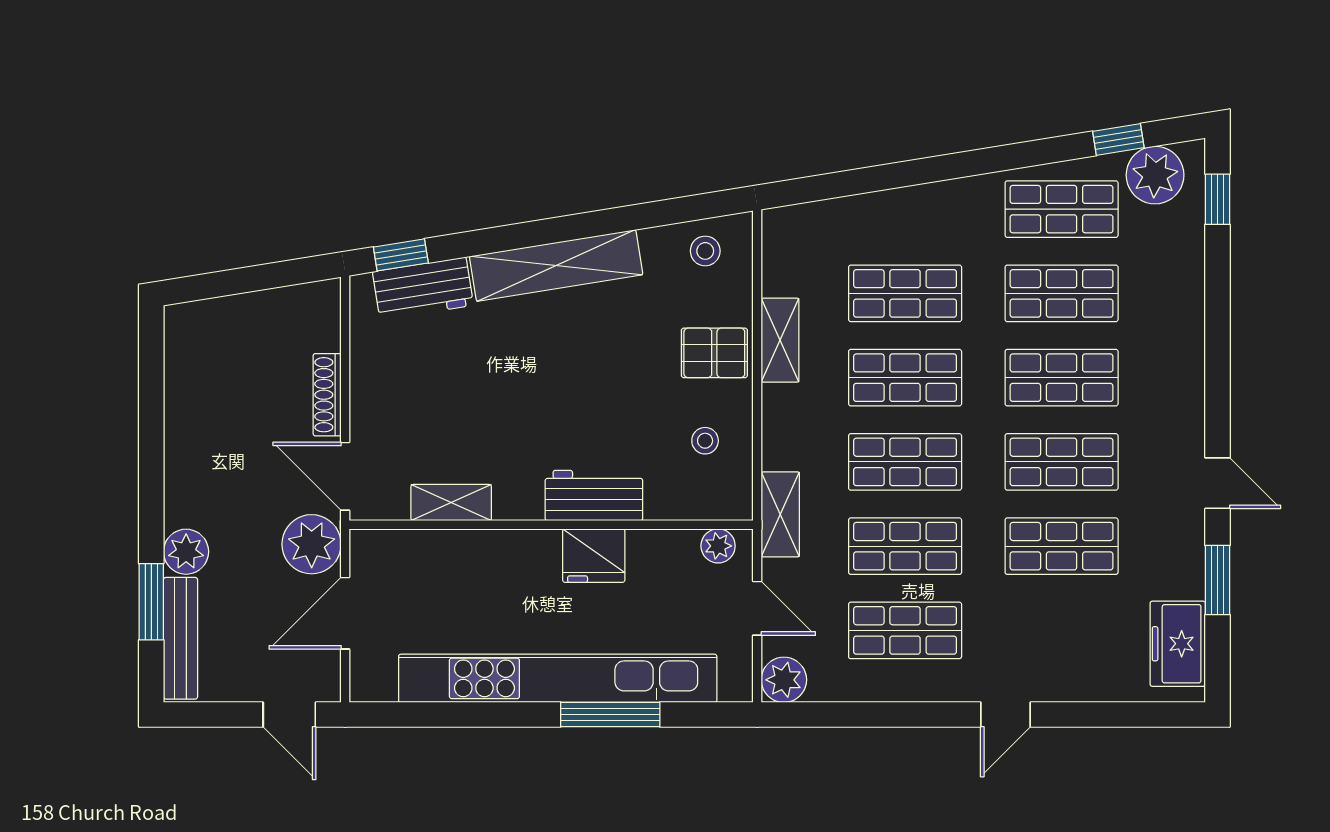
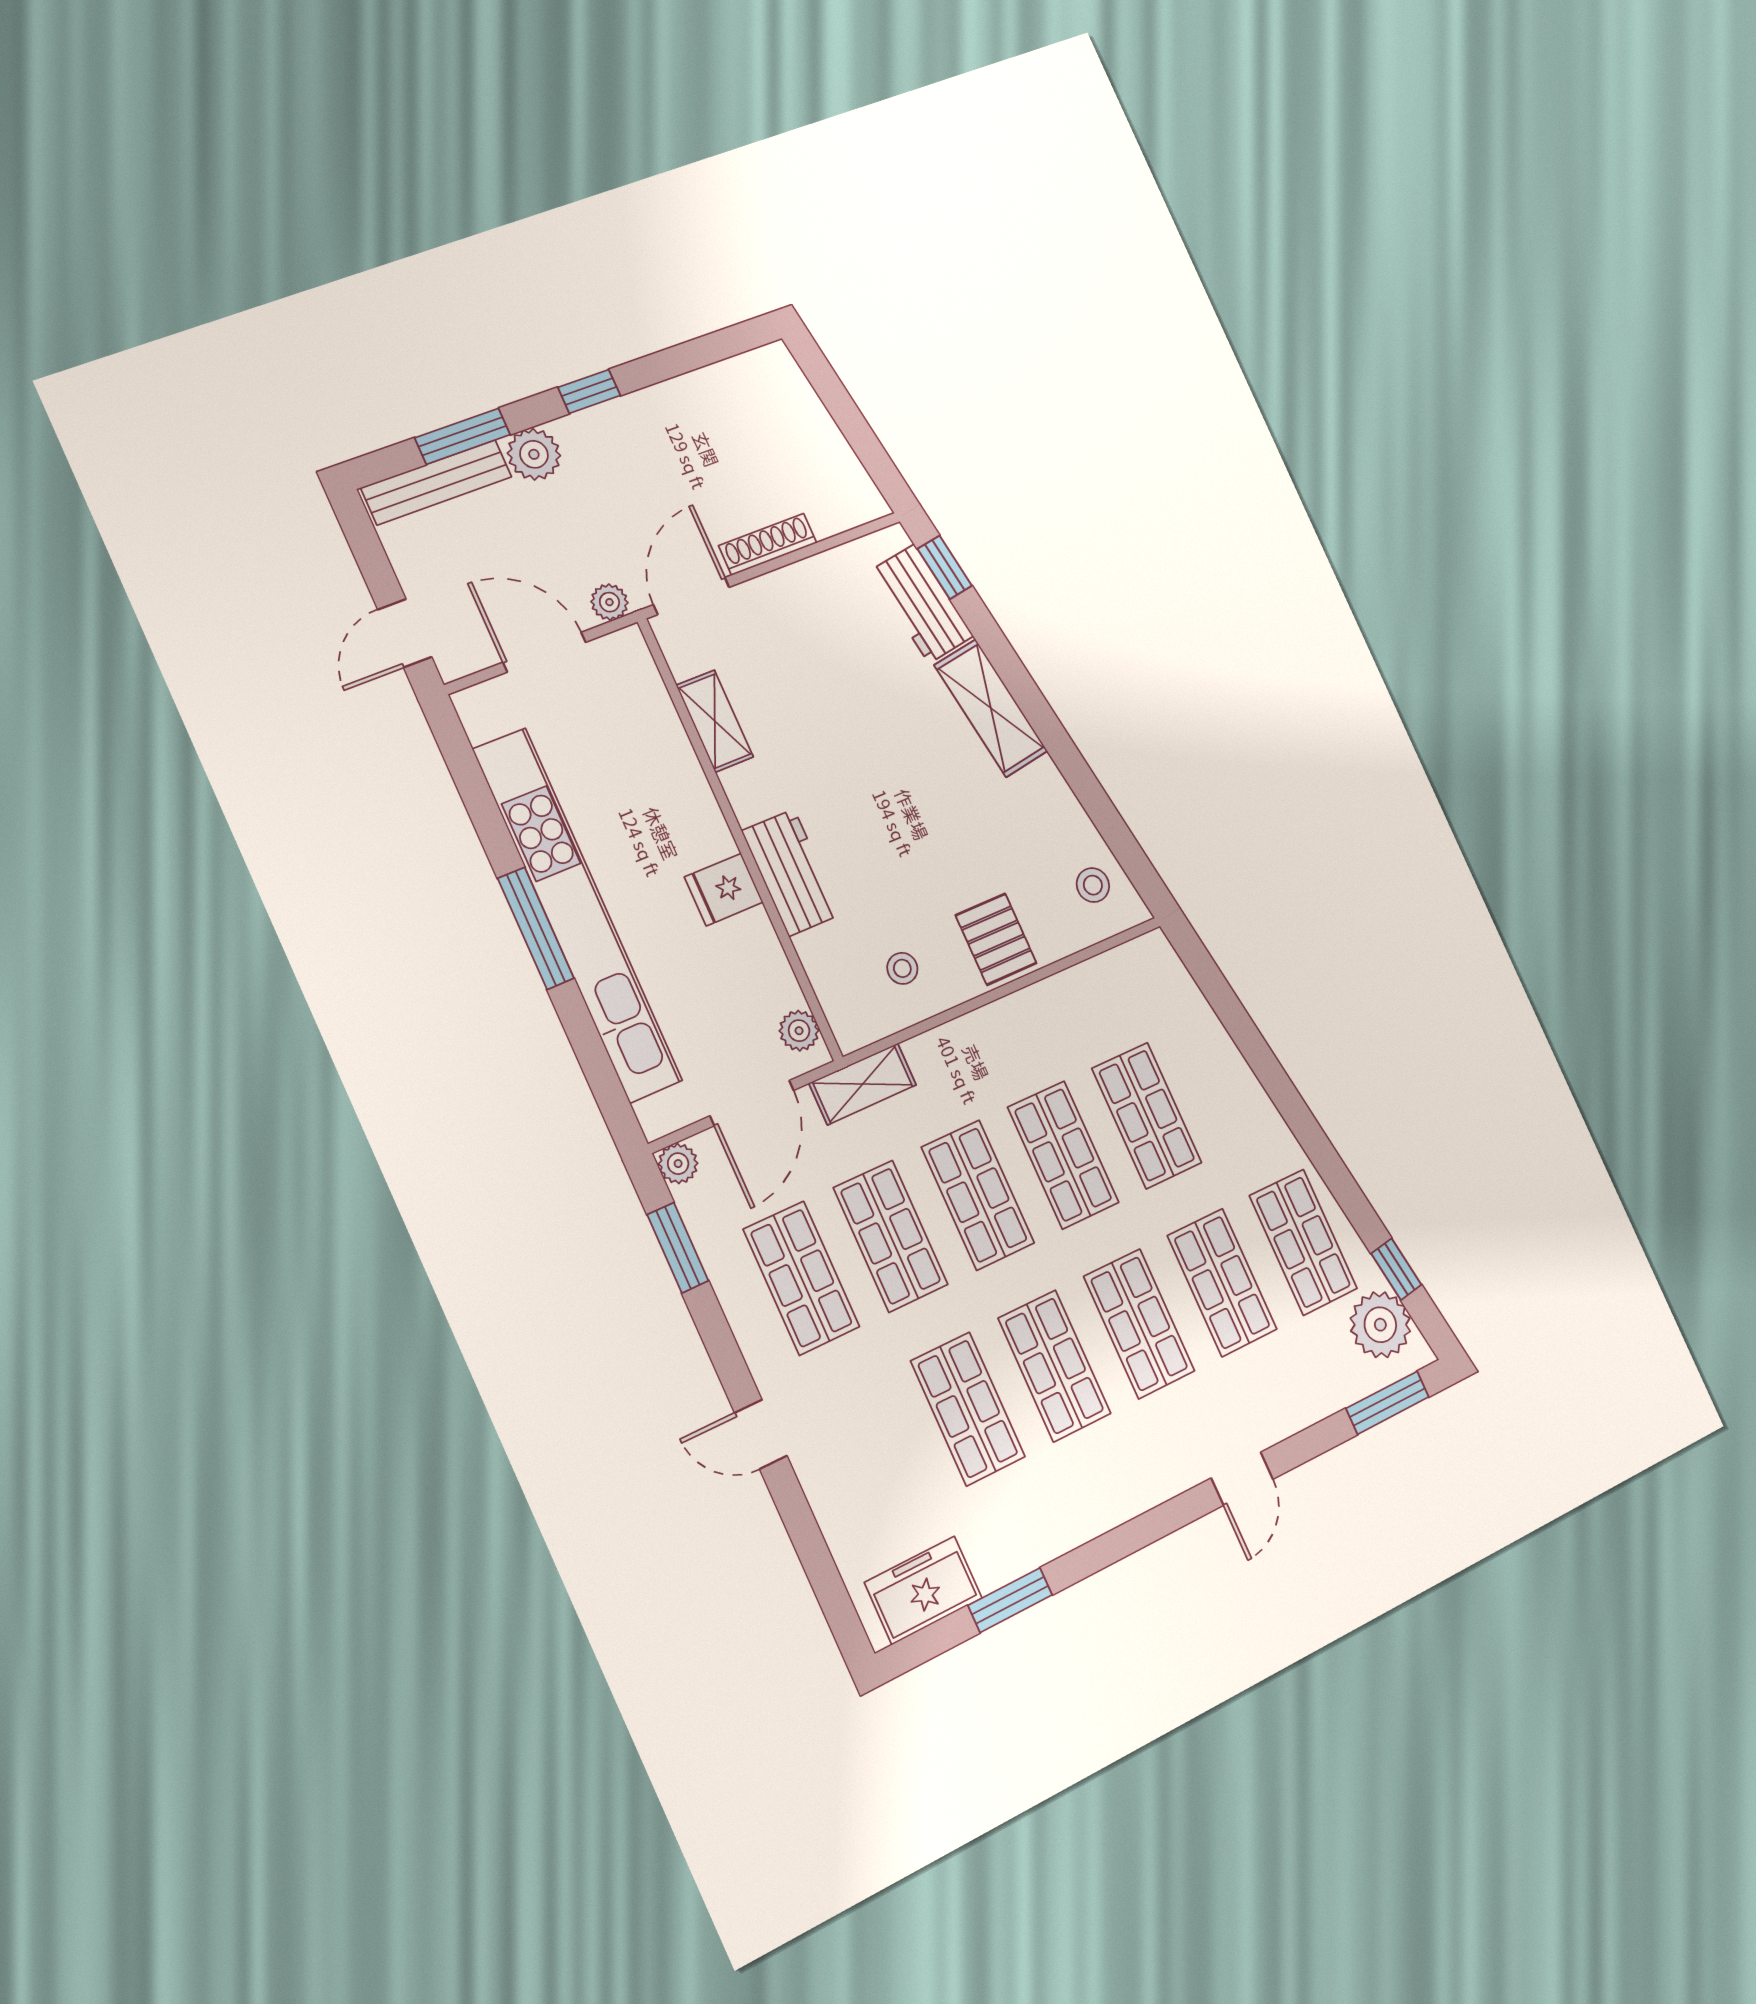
window: (1218, 199) -> (1387, 1403), width x1.50
shelving: (556, 265) -> (991, 708), width x0.68
shelving: (780, 340) -> (1040, 1004), removed
door: (1218, 483) -> (1242, 1479), moved
window: (151, 485) -> (589, 391), added
plant: (312, 544) -> (609, 602), width x0.53, depth x0.53
fridge: (594, 556) -> (724, 890), width x0.72
door: (757, 608) -> (752, 1103), width x1.38
plant: (784, 680) -> (678, 1164), width x0.73, depth x0.73
window: (610, 715) -> (536, 928), moved
window: (840, 715) -> (678, 1248), added

